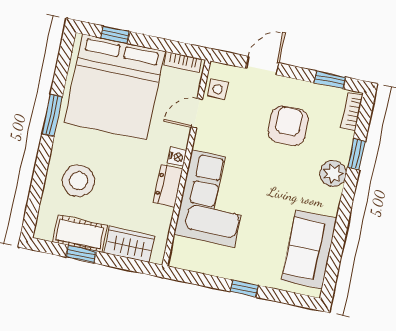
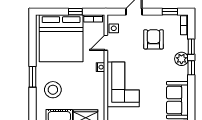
window: (115, 35) -> (75, 12), moved
window: (52, 115) -> (32, 77), moved
dresser: (168, 186) -> (99, 83), removed
window: (348, 194) -> (191, 68), added

